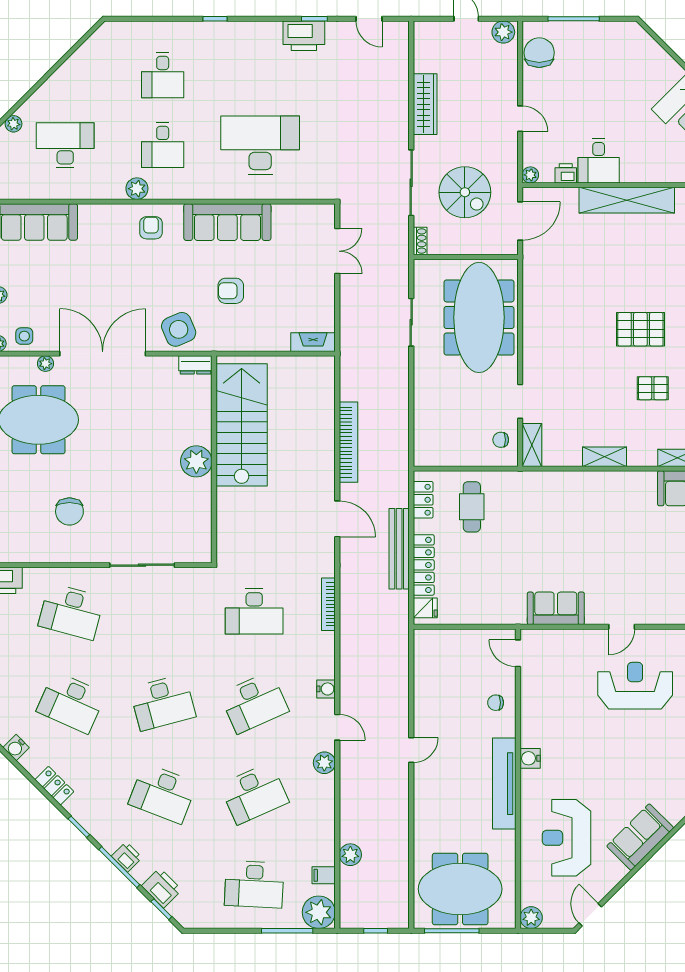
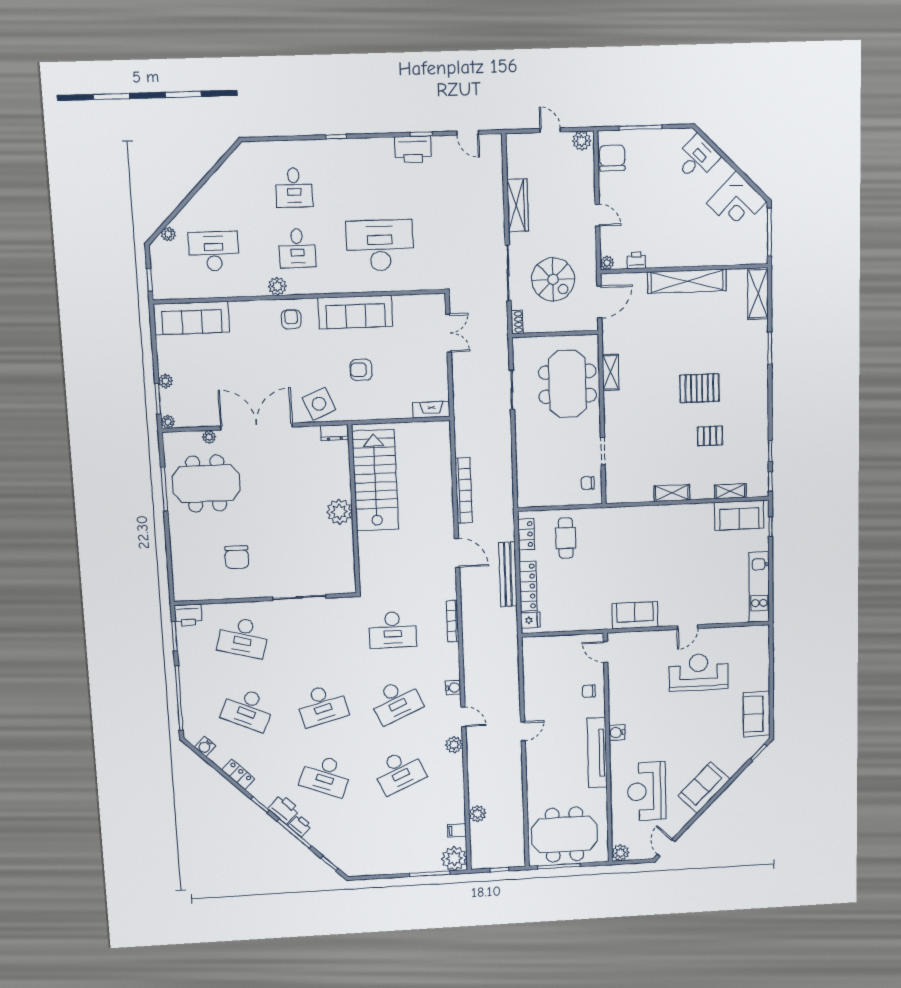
desk: (599, 161) -> (697, 158), moved, turned -135
meeting table: (479, 317) -> (568, 384), width x0.73
side table: (24, 336) -> (190, 415), removed
shelving: (532, 445) -> (611, 372), moved
desk: (254, 884) -> (402, 840), removed
printer: (162, 888) -> (284, 809), moved

